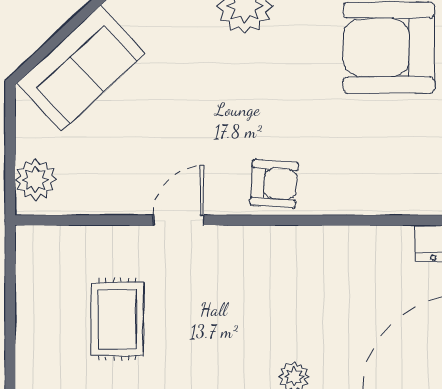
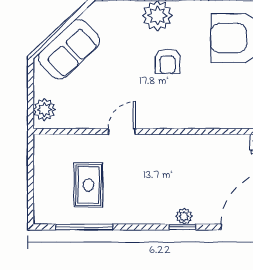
armchair: (274, 184) -> (168, 61), moved, turned 86

